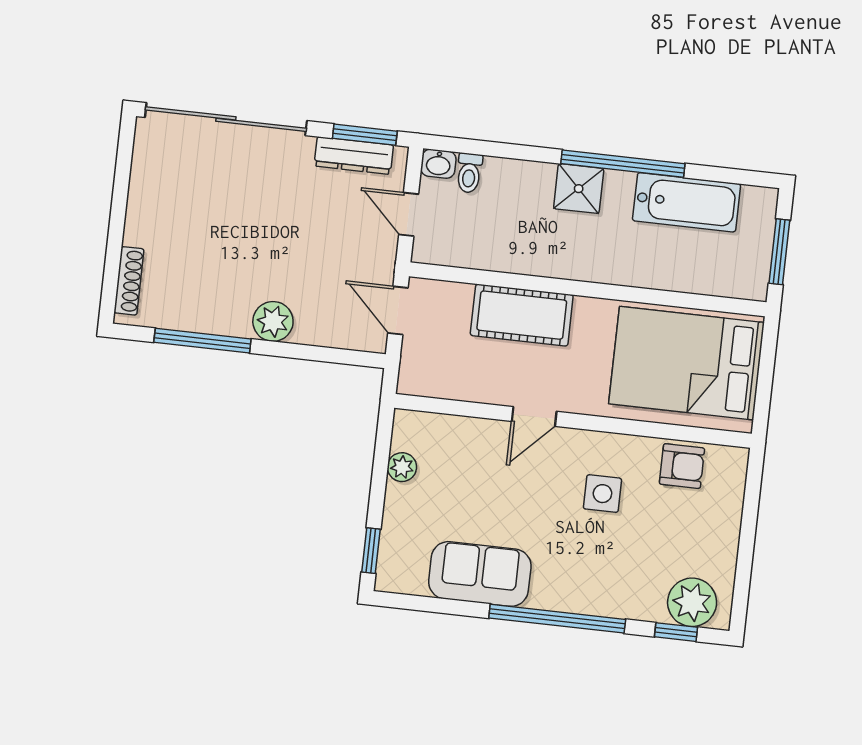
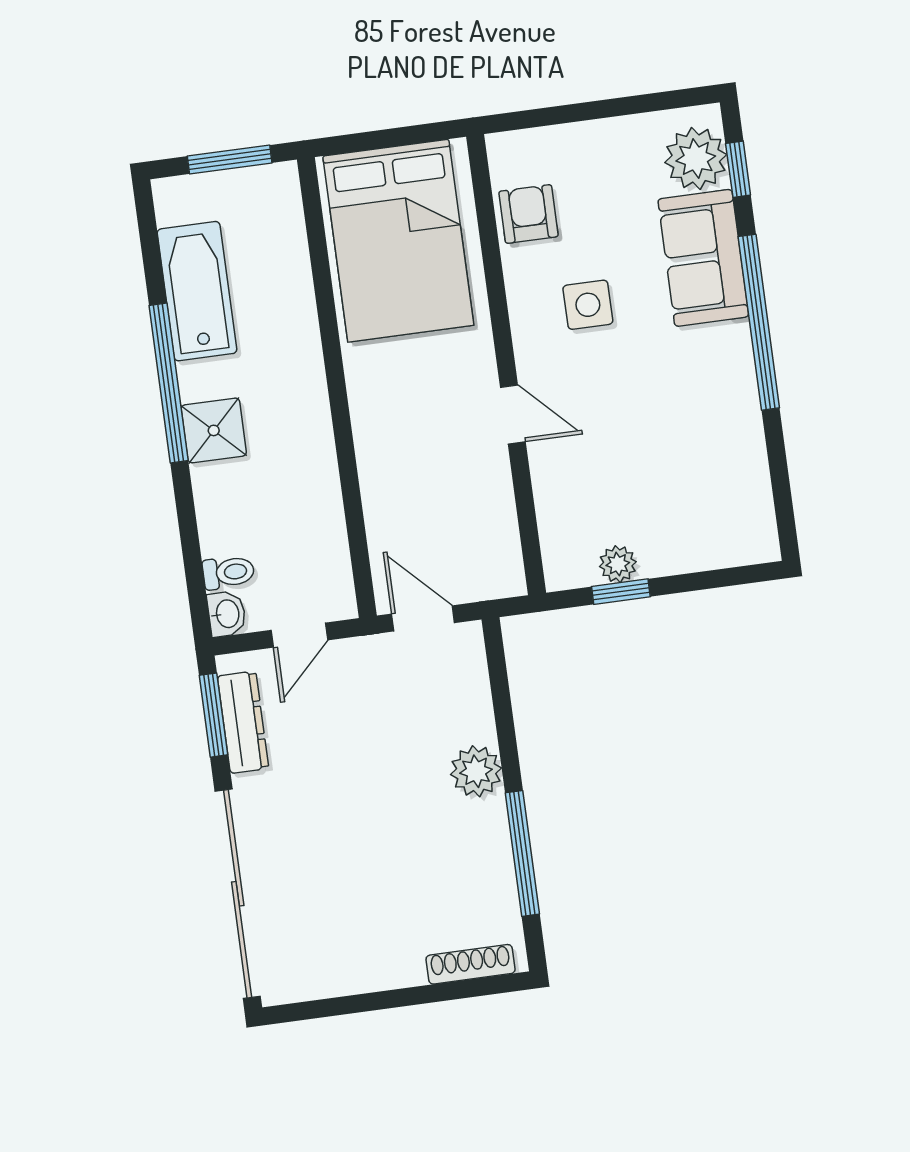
door: (398, 310) -> (423, 618), swing flipped
cot: (522, 315) -> (390, 462), removed
window: (371, 551) -> (621, 592), moved
sofa: (480, 574) -> (703, 258), moved

